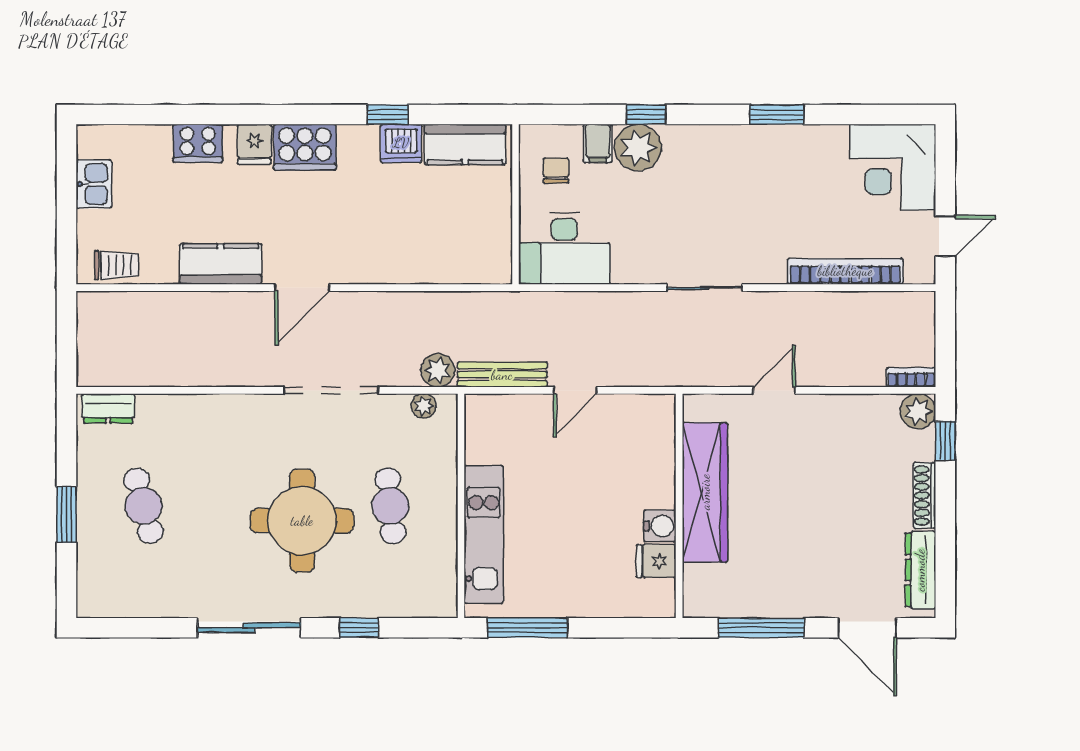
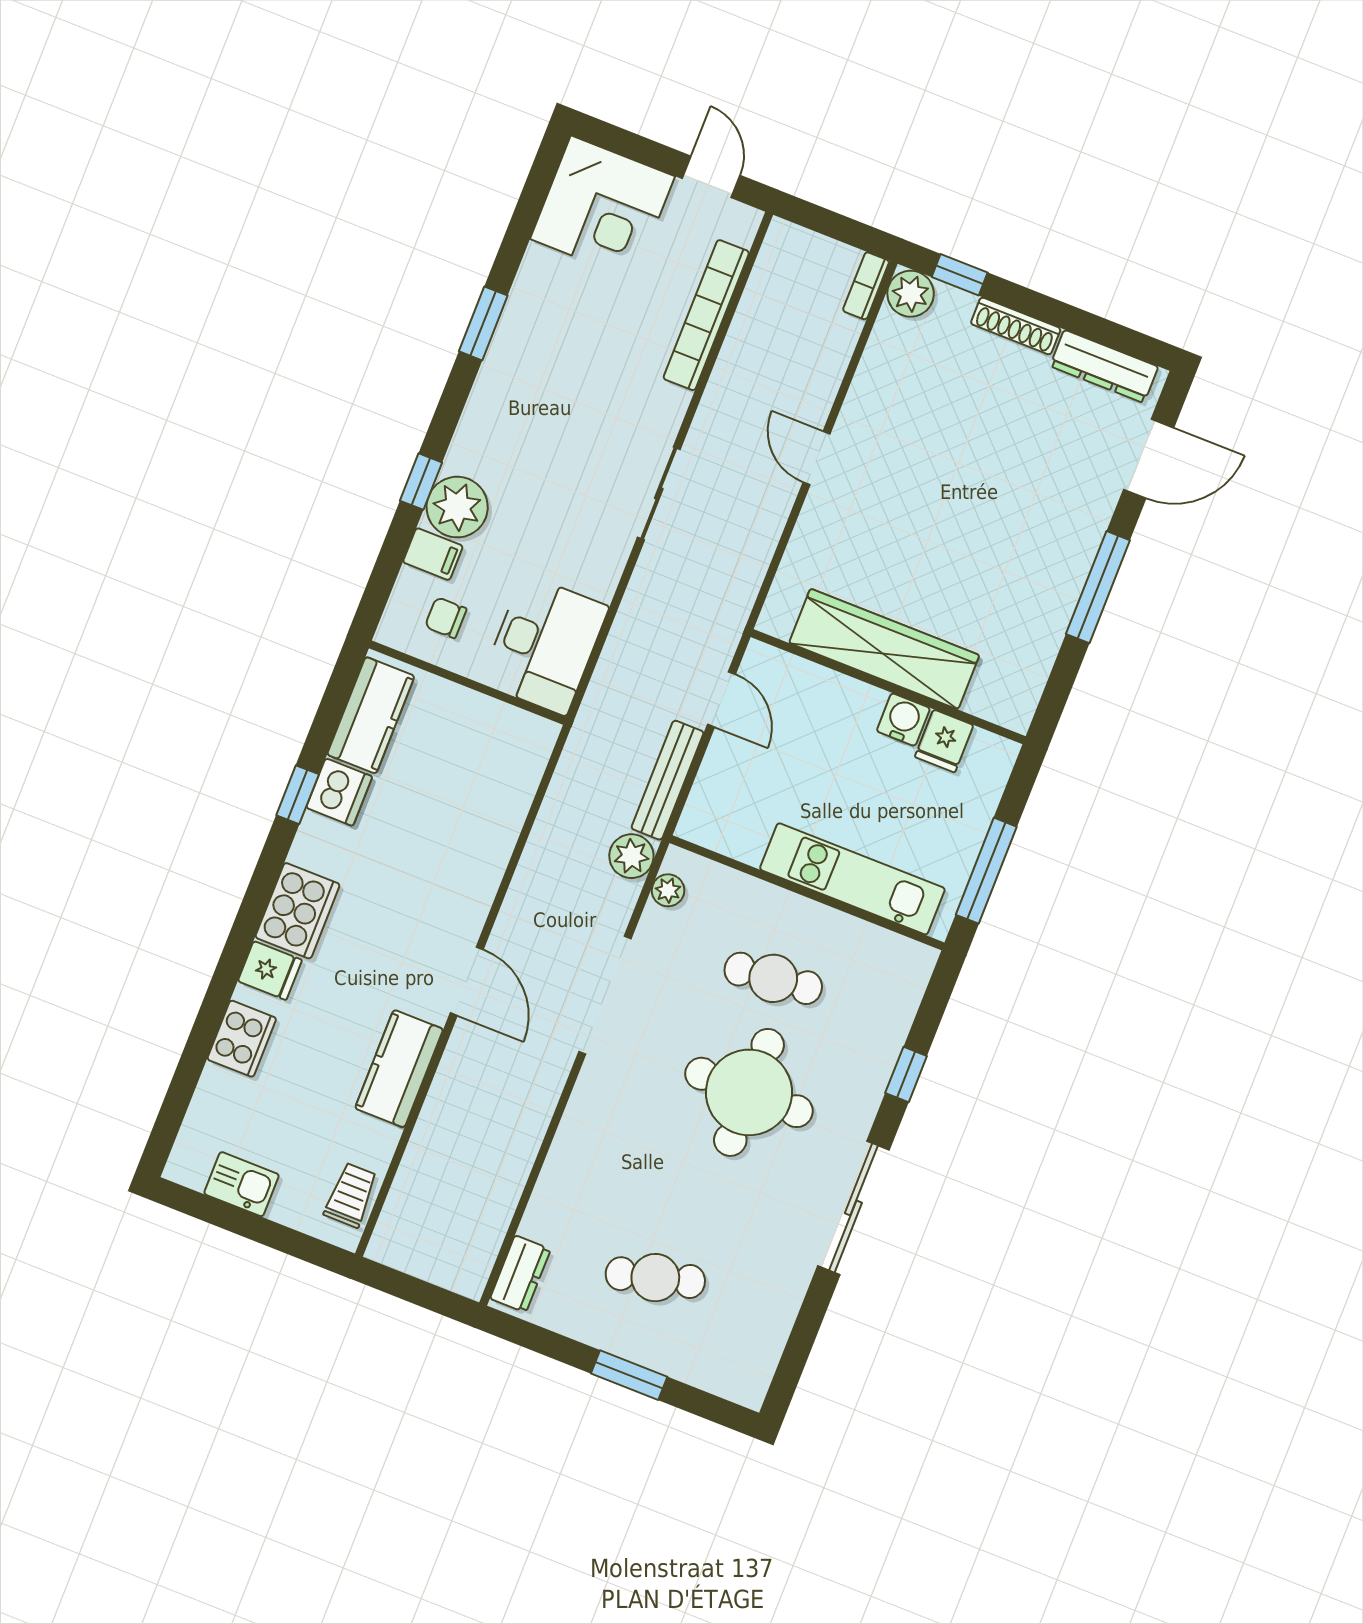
wardrobe: (705, 492) -> (884, 649), moved
wall: (679, 506) -> (888, 687), moved
water cooler: (660, 526) -> (903, 720), moved
fridge: (656, 561) -> (944, 741), moved

